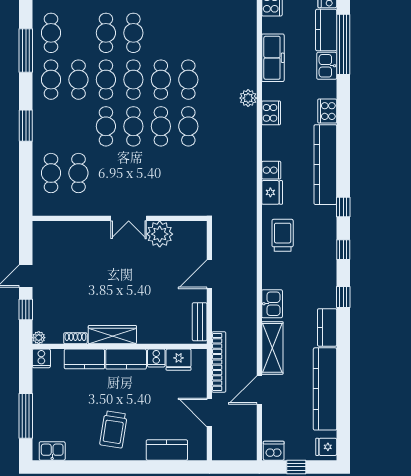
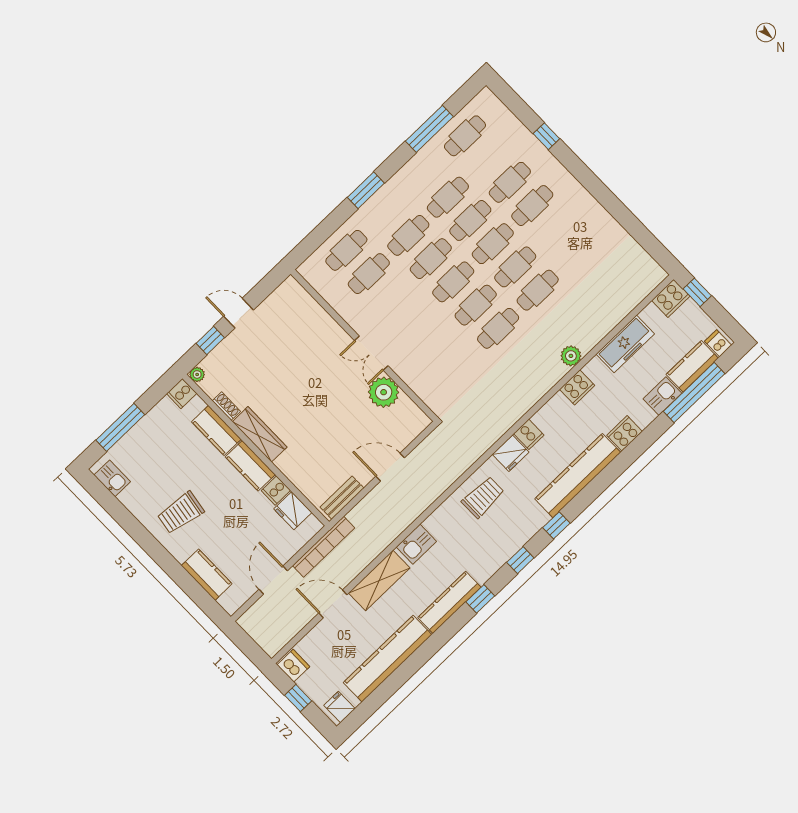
cafe table: (51, 80) -> (408, 235), moved
kitchen counter: (327, 327) -> (449, 602), width x1.50

